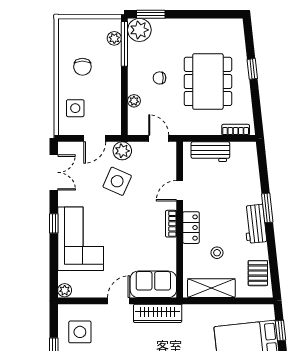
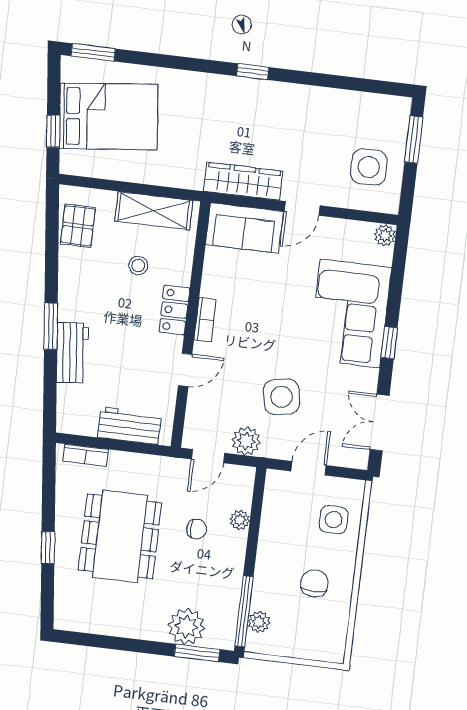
plant: (139, 30) -> (186, 627), moved
chair: (159, 78) -> (197, 529), moved
door: (159, 138) -> (208, 456), hinge flipped
plant: (122, 151) -> (246, 441), moved
side table: (117, 181) -> (282, 397), turned -34
workbench: (255, 224) -> (72, 353), moved

